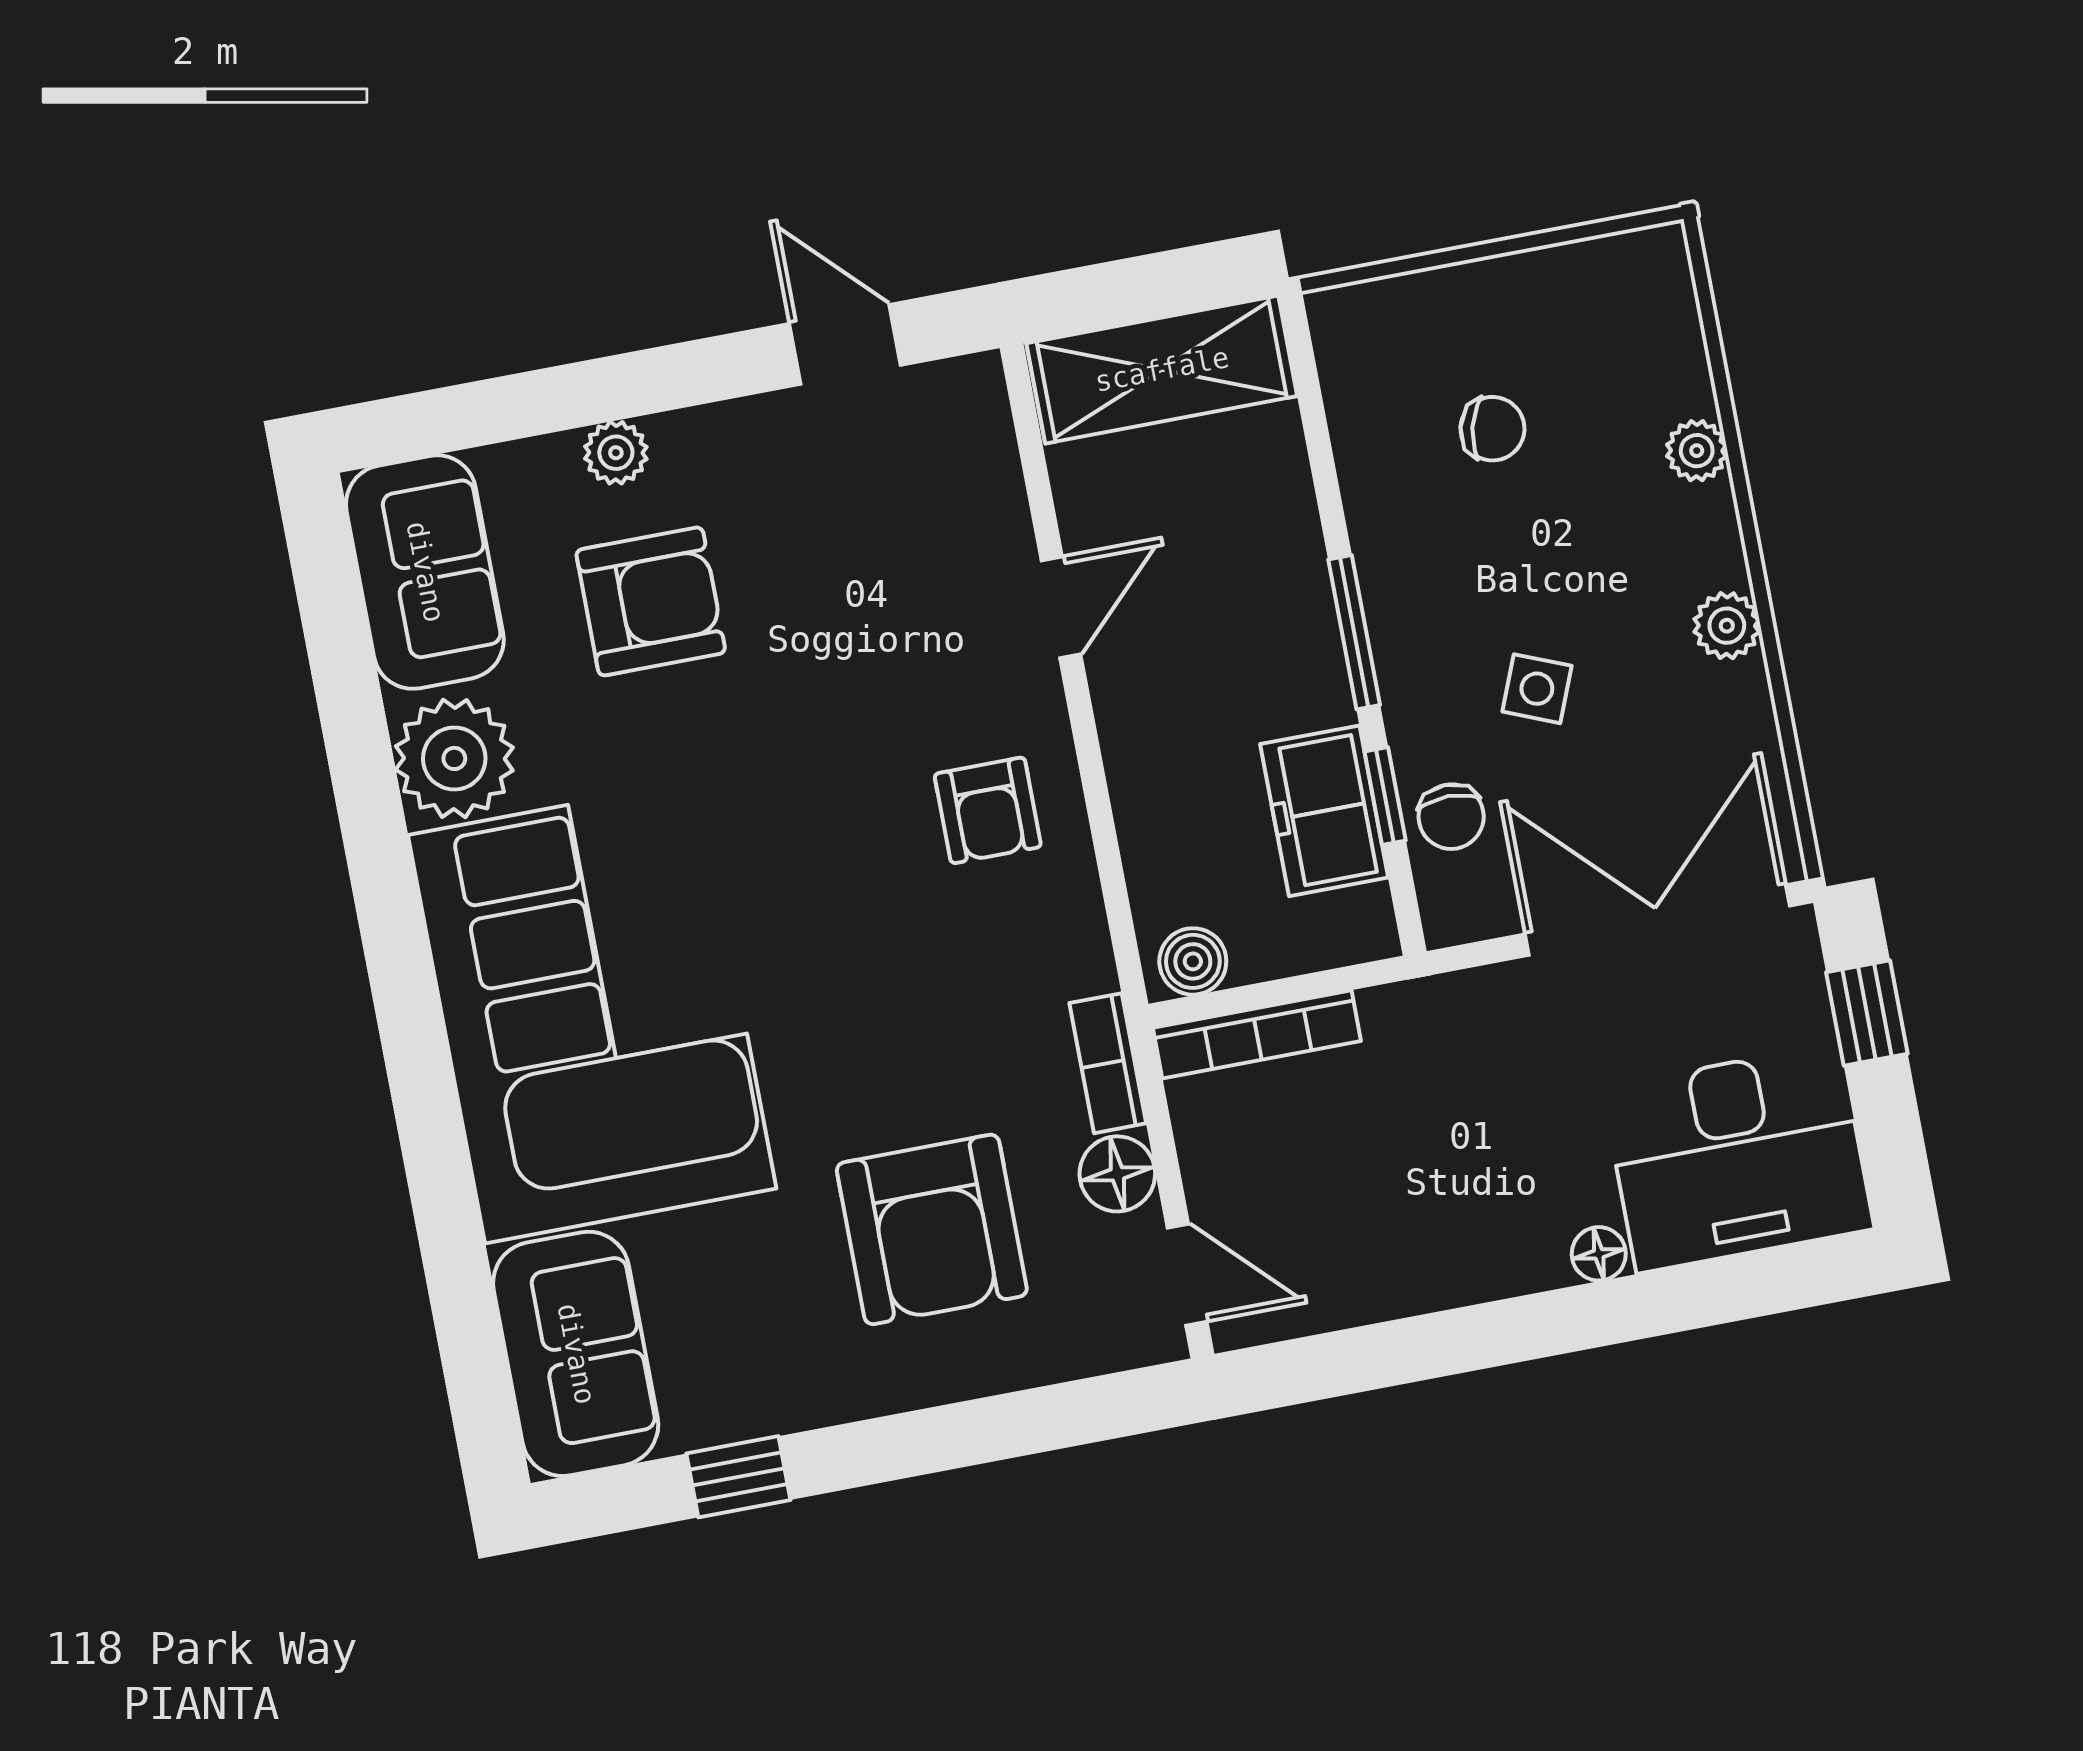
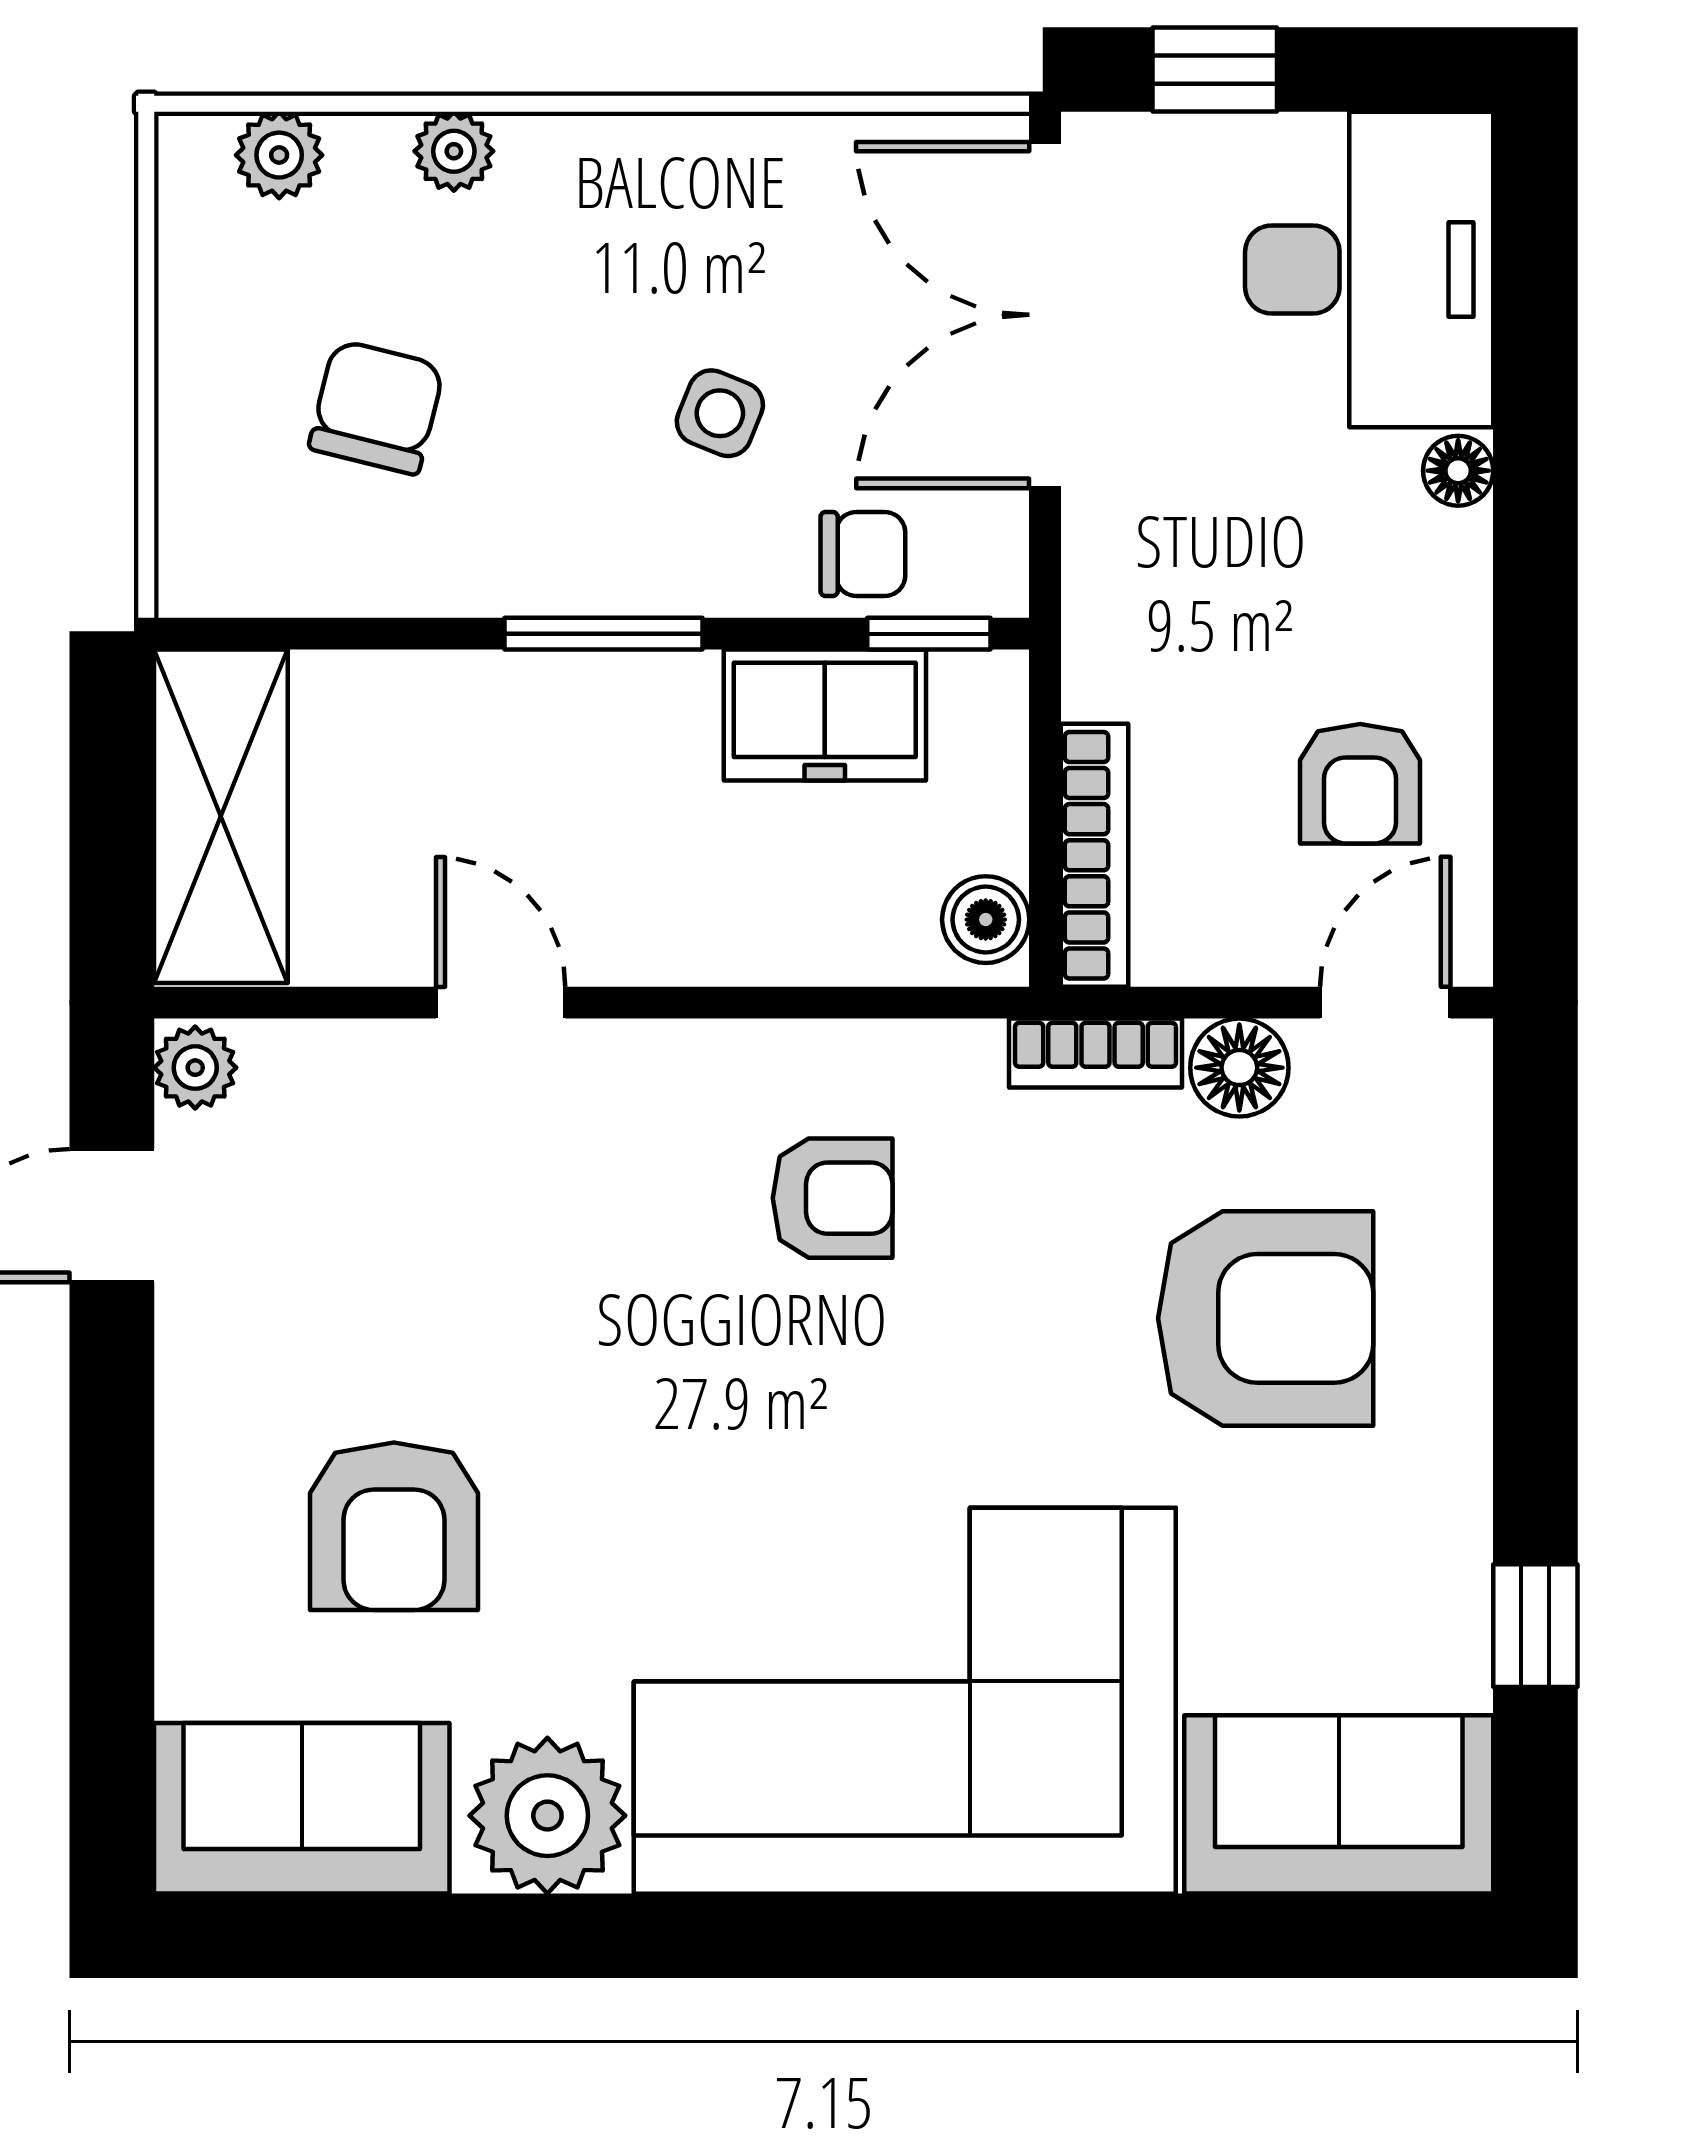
chair: (1492, 429) -> (376, 407), width x1.37, depth x1.37
plant: (616, 453) -> (195, 1068), moved
armchair: (651, 601) -> (394, 1526), turned 180
plant: (1727, 626) -> (279, 155), moved
window: (1385, 796) -> (929, 634), moved
armchair: (988, 810) -> (833, 1198), moved
armchair: (1349, 1224) -> (1360, 784), added

